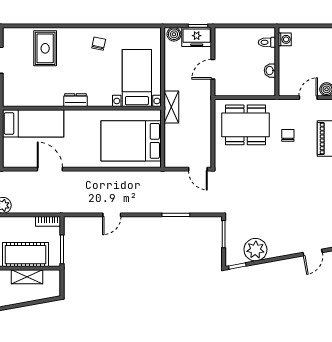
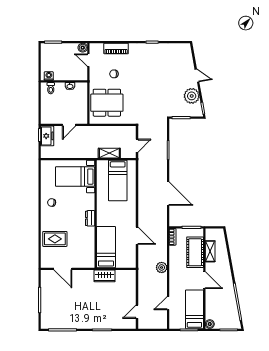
boiler: (174, 34) -> (45, 151), removed
door: (213, 69) -> (69, 125), hinge flipped
shelving: (171, 107) -> (109, 153), moved
dining table: (246, 125) -> (107, 103), turned 90
bed: (131, 141) -> (118, 180), width x0.67
door: (50, 169) -> (137, 236), swing flipped
door: (198, 169) -> (137, 146), moved
door: (112, 215) -> (168, 194), width x1.87
door: (313, 252) -> (197, 76), moved

